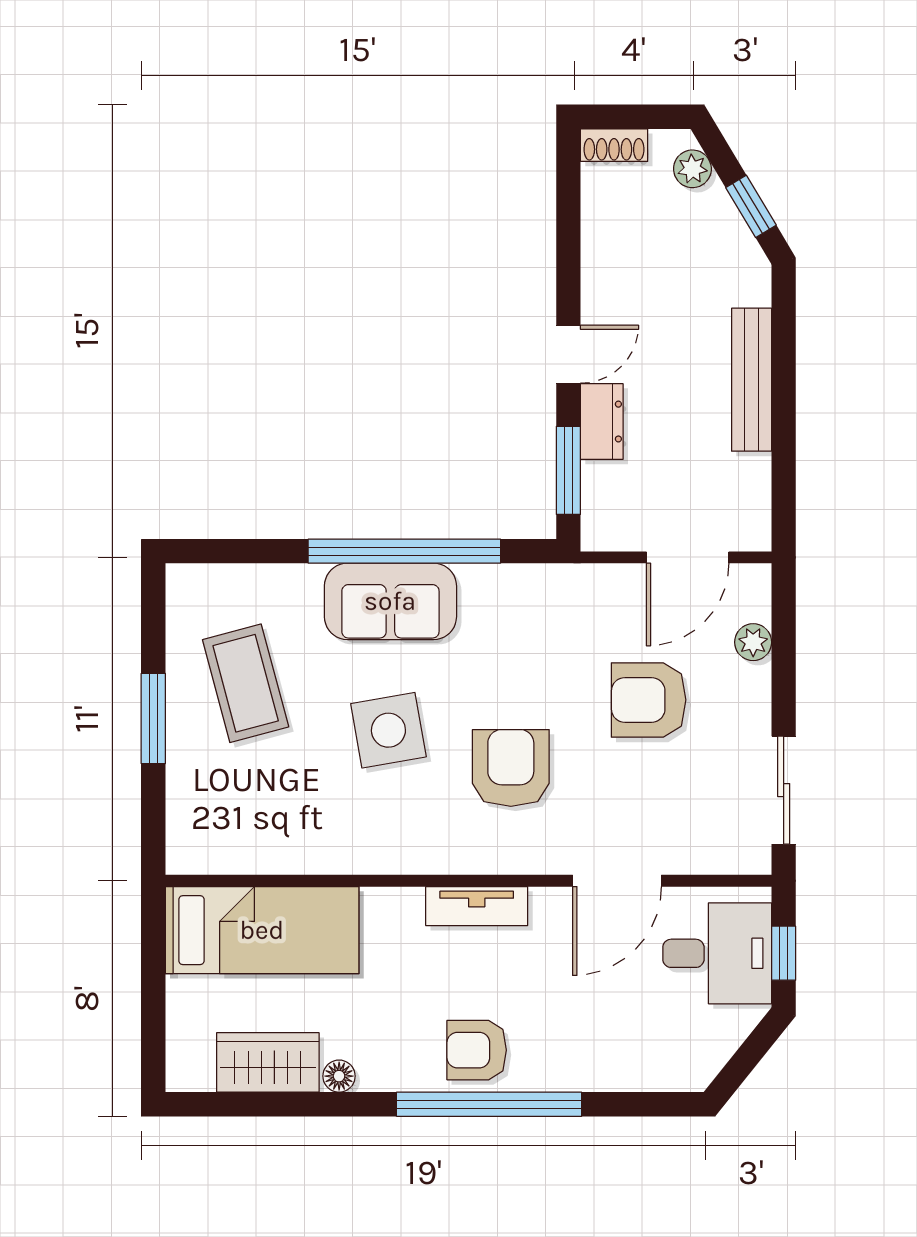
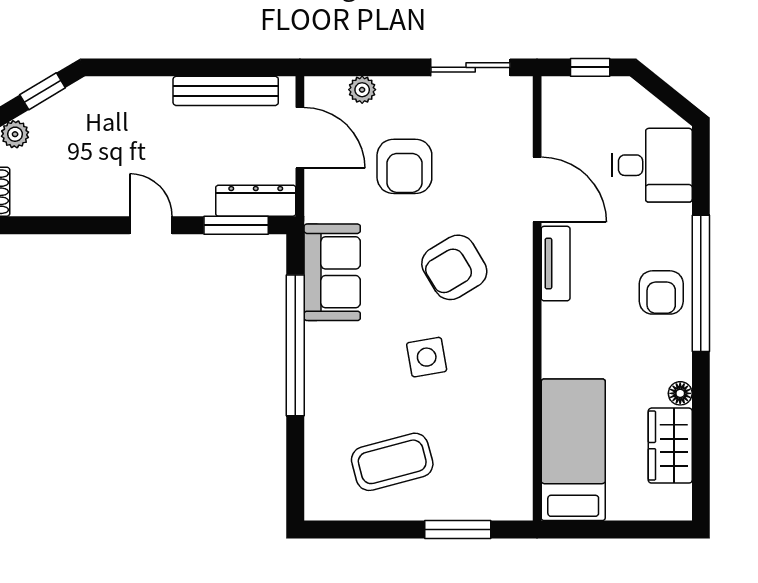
bench: (752, 380) -> (226, 91), moved
dresser: (602, 422) -> (256, 201), moved, width x1.44
sofa: (390, 601) -> (332, 272), moved
window: (153, 718) -> (458, 530), moved
side table: (388, 730) -> (427, 357), width x0.73, depth x0.73
armchair: (511, 768) -> (454, 267), turned -31
tv unit: (477, 906) -> (556, 264), moved
desk: (717, 953) -> (652, 165), moved, turned 90

